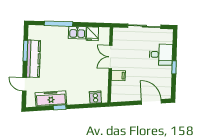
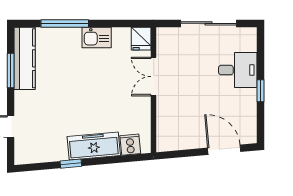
fridge: (92, 34) -> (141, 39), moved
kitchen counter: (34, 59) -> (25, 58), moved
filing cabinet: (118, 75) -> (168, 107), removed
freezer: (51, 99) -> (94, 146), moved

